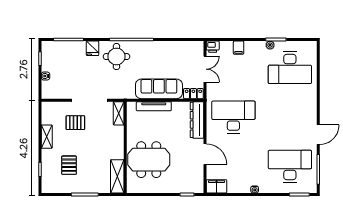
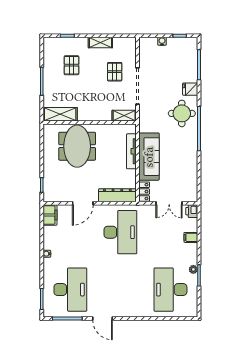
pallet: (69, 165) -> (71, 65), turned 90

